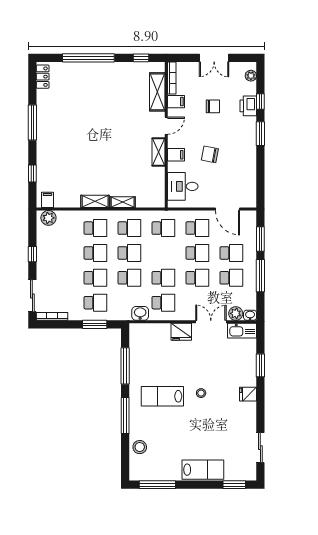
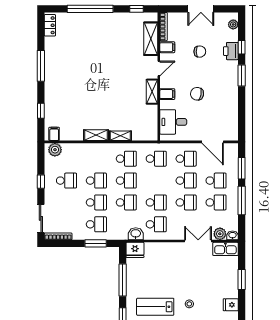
school desk: (95, 228) -> (66, 181), moved
fridge: (181, 332) -> (135, 250), moved

